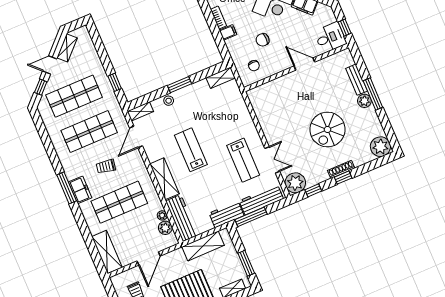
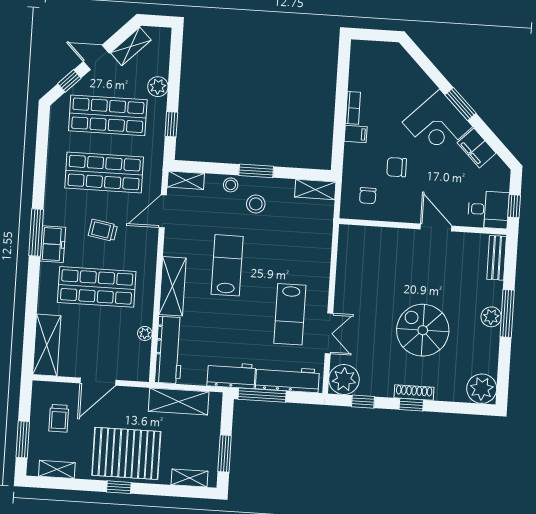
bench: (357, 80) -> (497, 258), moved
stool: (189, 104) -> (256, 204), added
spiral stairs: (327, 130) -> (423, 330), turned 90
plant: (165, 228) -> (158, 87), moved

